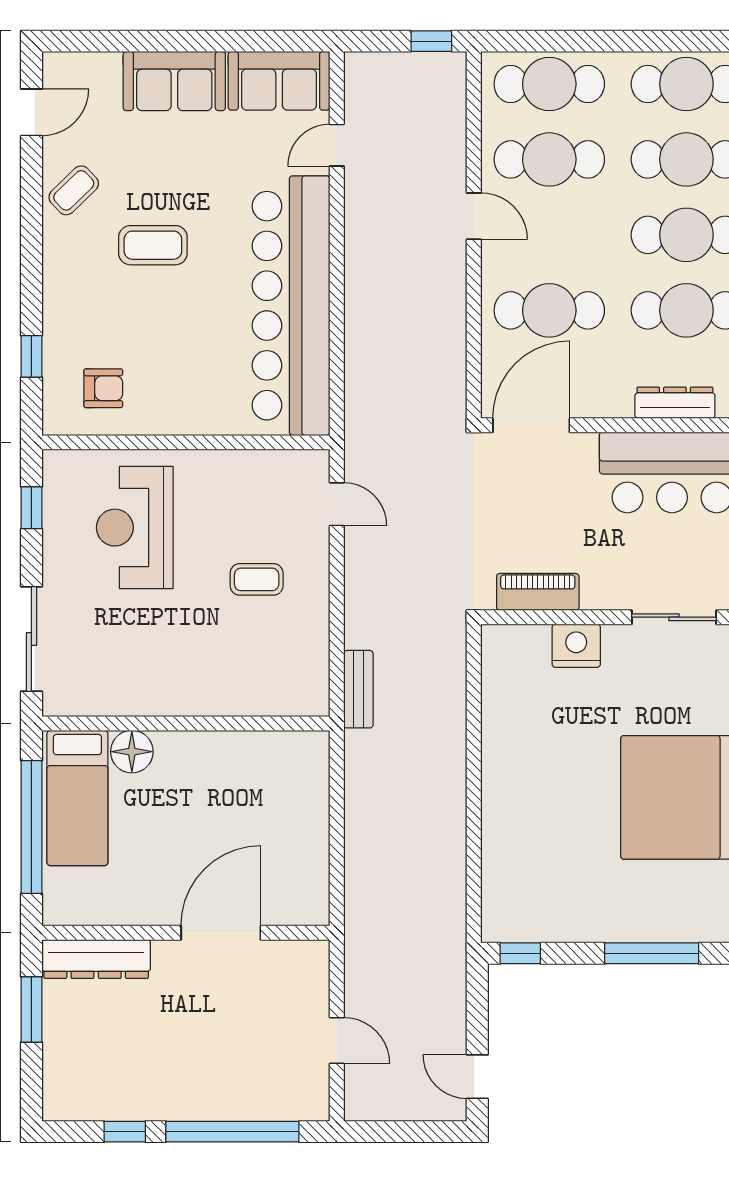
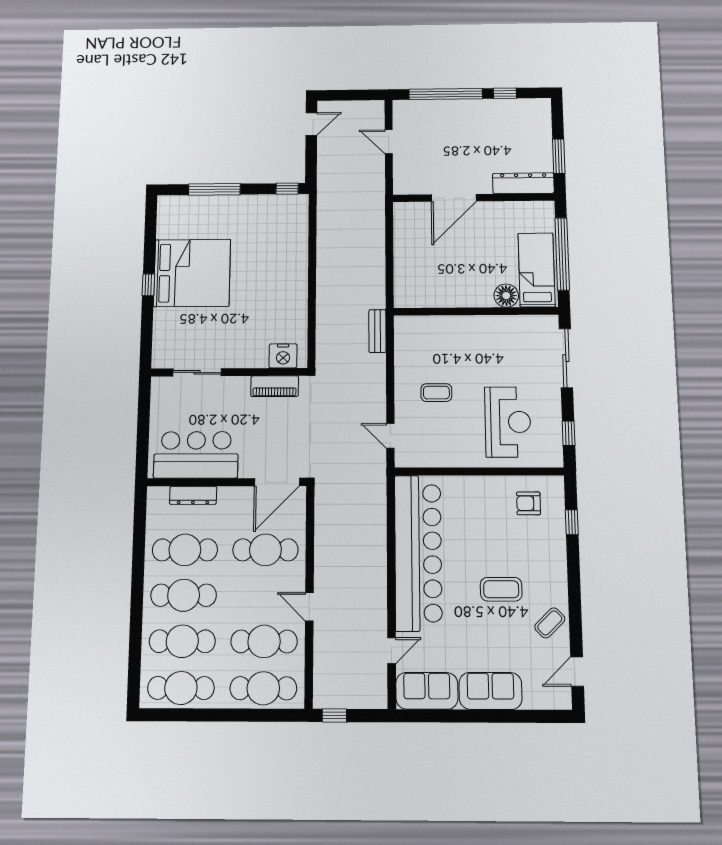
nightstand: (576, 646) -> (283, 356), moved
door: (477, 1077) -> (311, 124), hinge flipped

